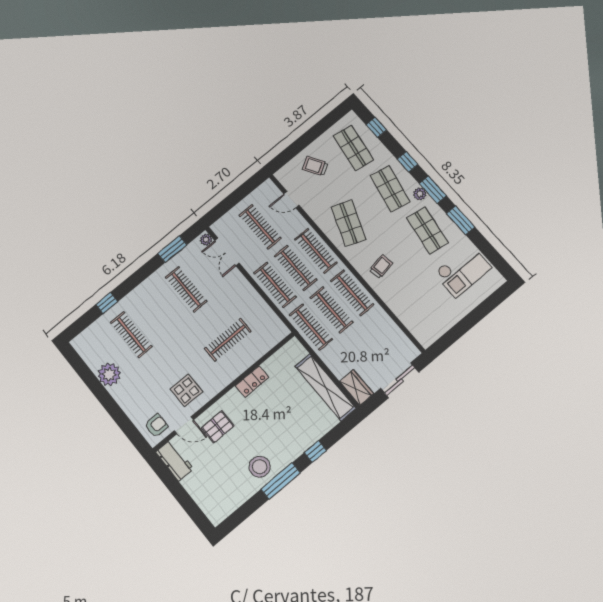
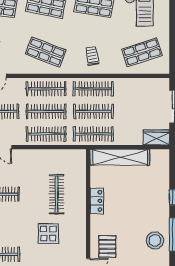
shop shelf: (423, 308) -> (142, 52), added
shelving: (325, 387) -> (120, 157), moved
display table: (186, 390) -> (48, 234), moved

